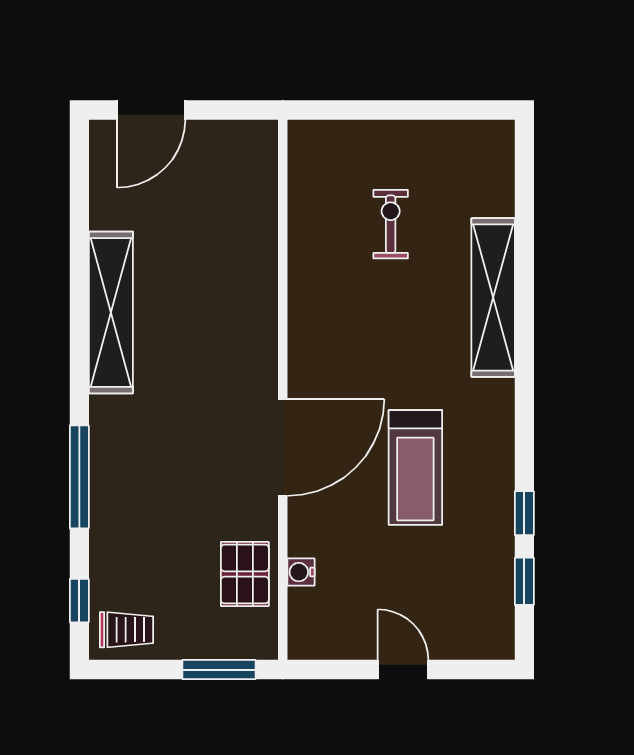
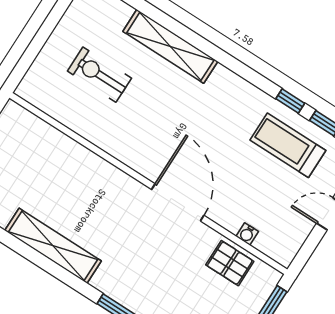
exercise bike: (391, 224) -> (99, 75), width x1.38, depth x1.39
treadmill: (415, 468) -> (288, 145), moved, turned 180

